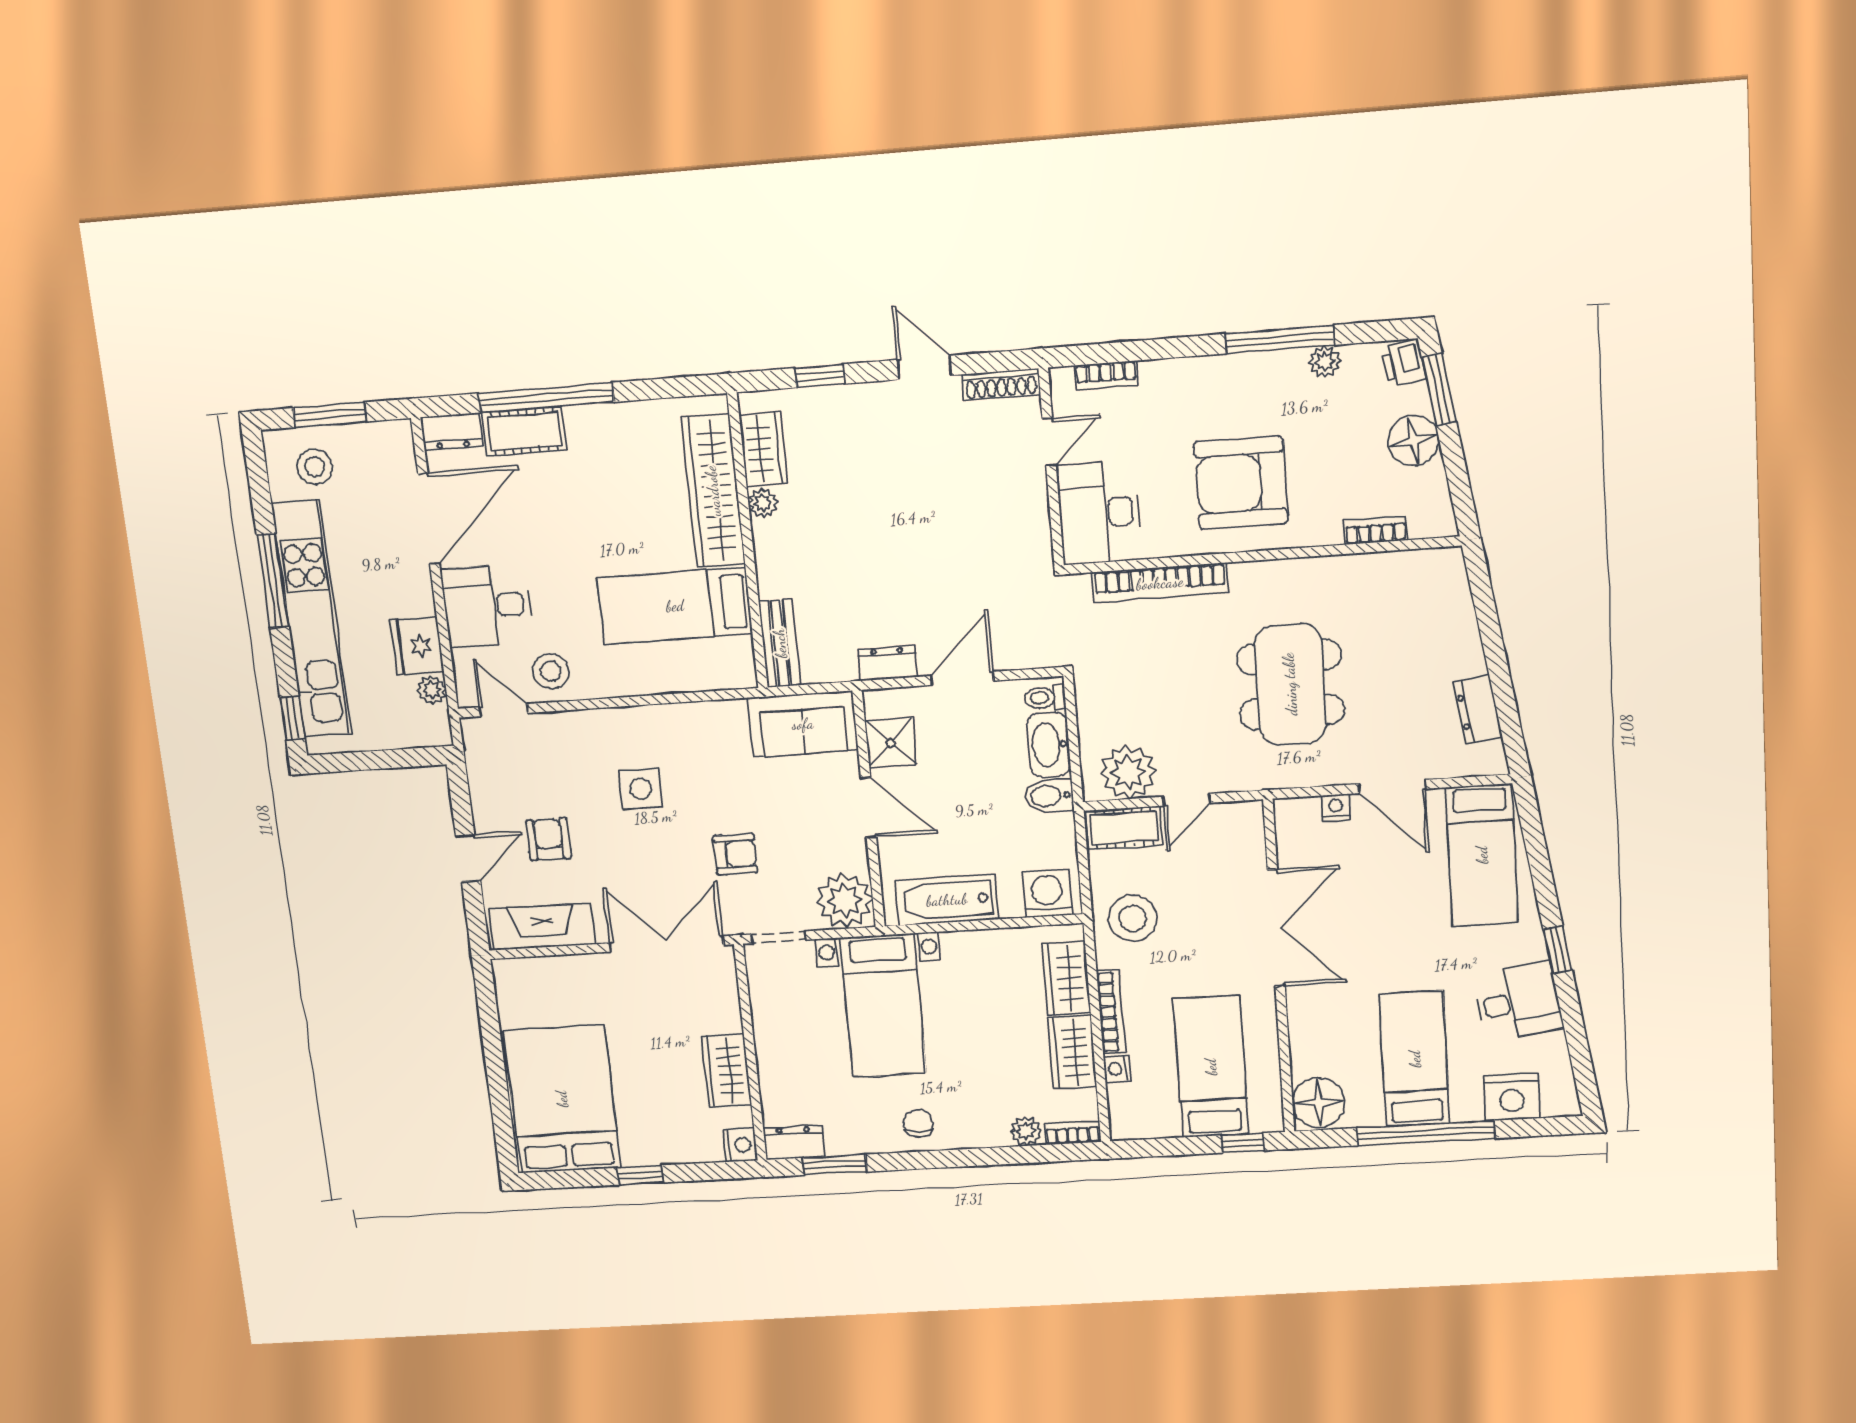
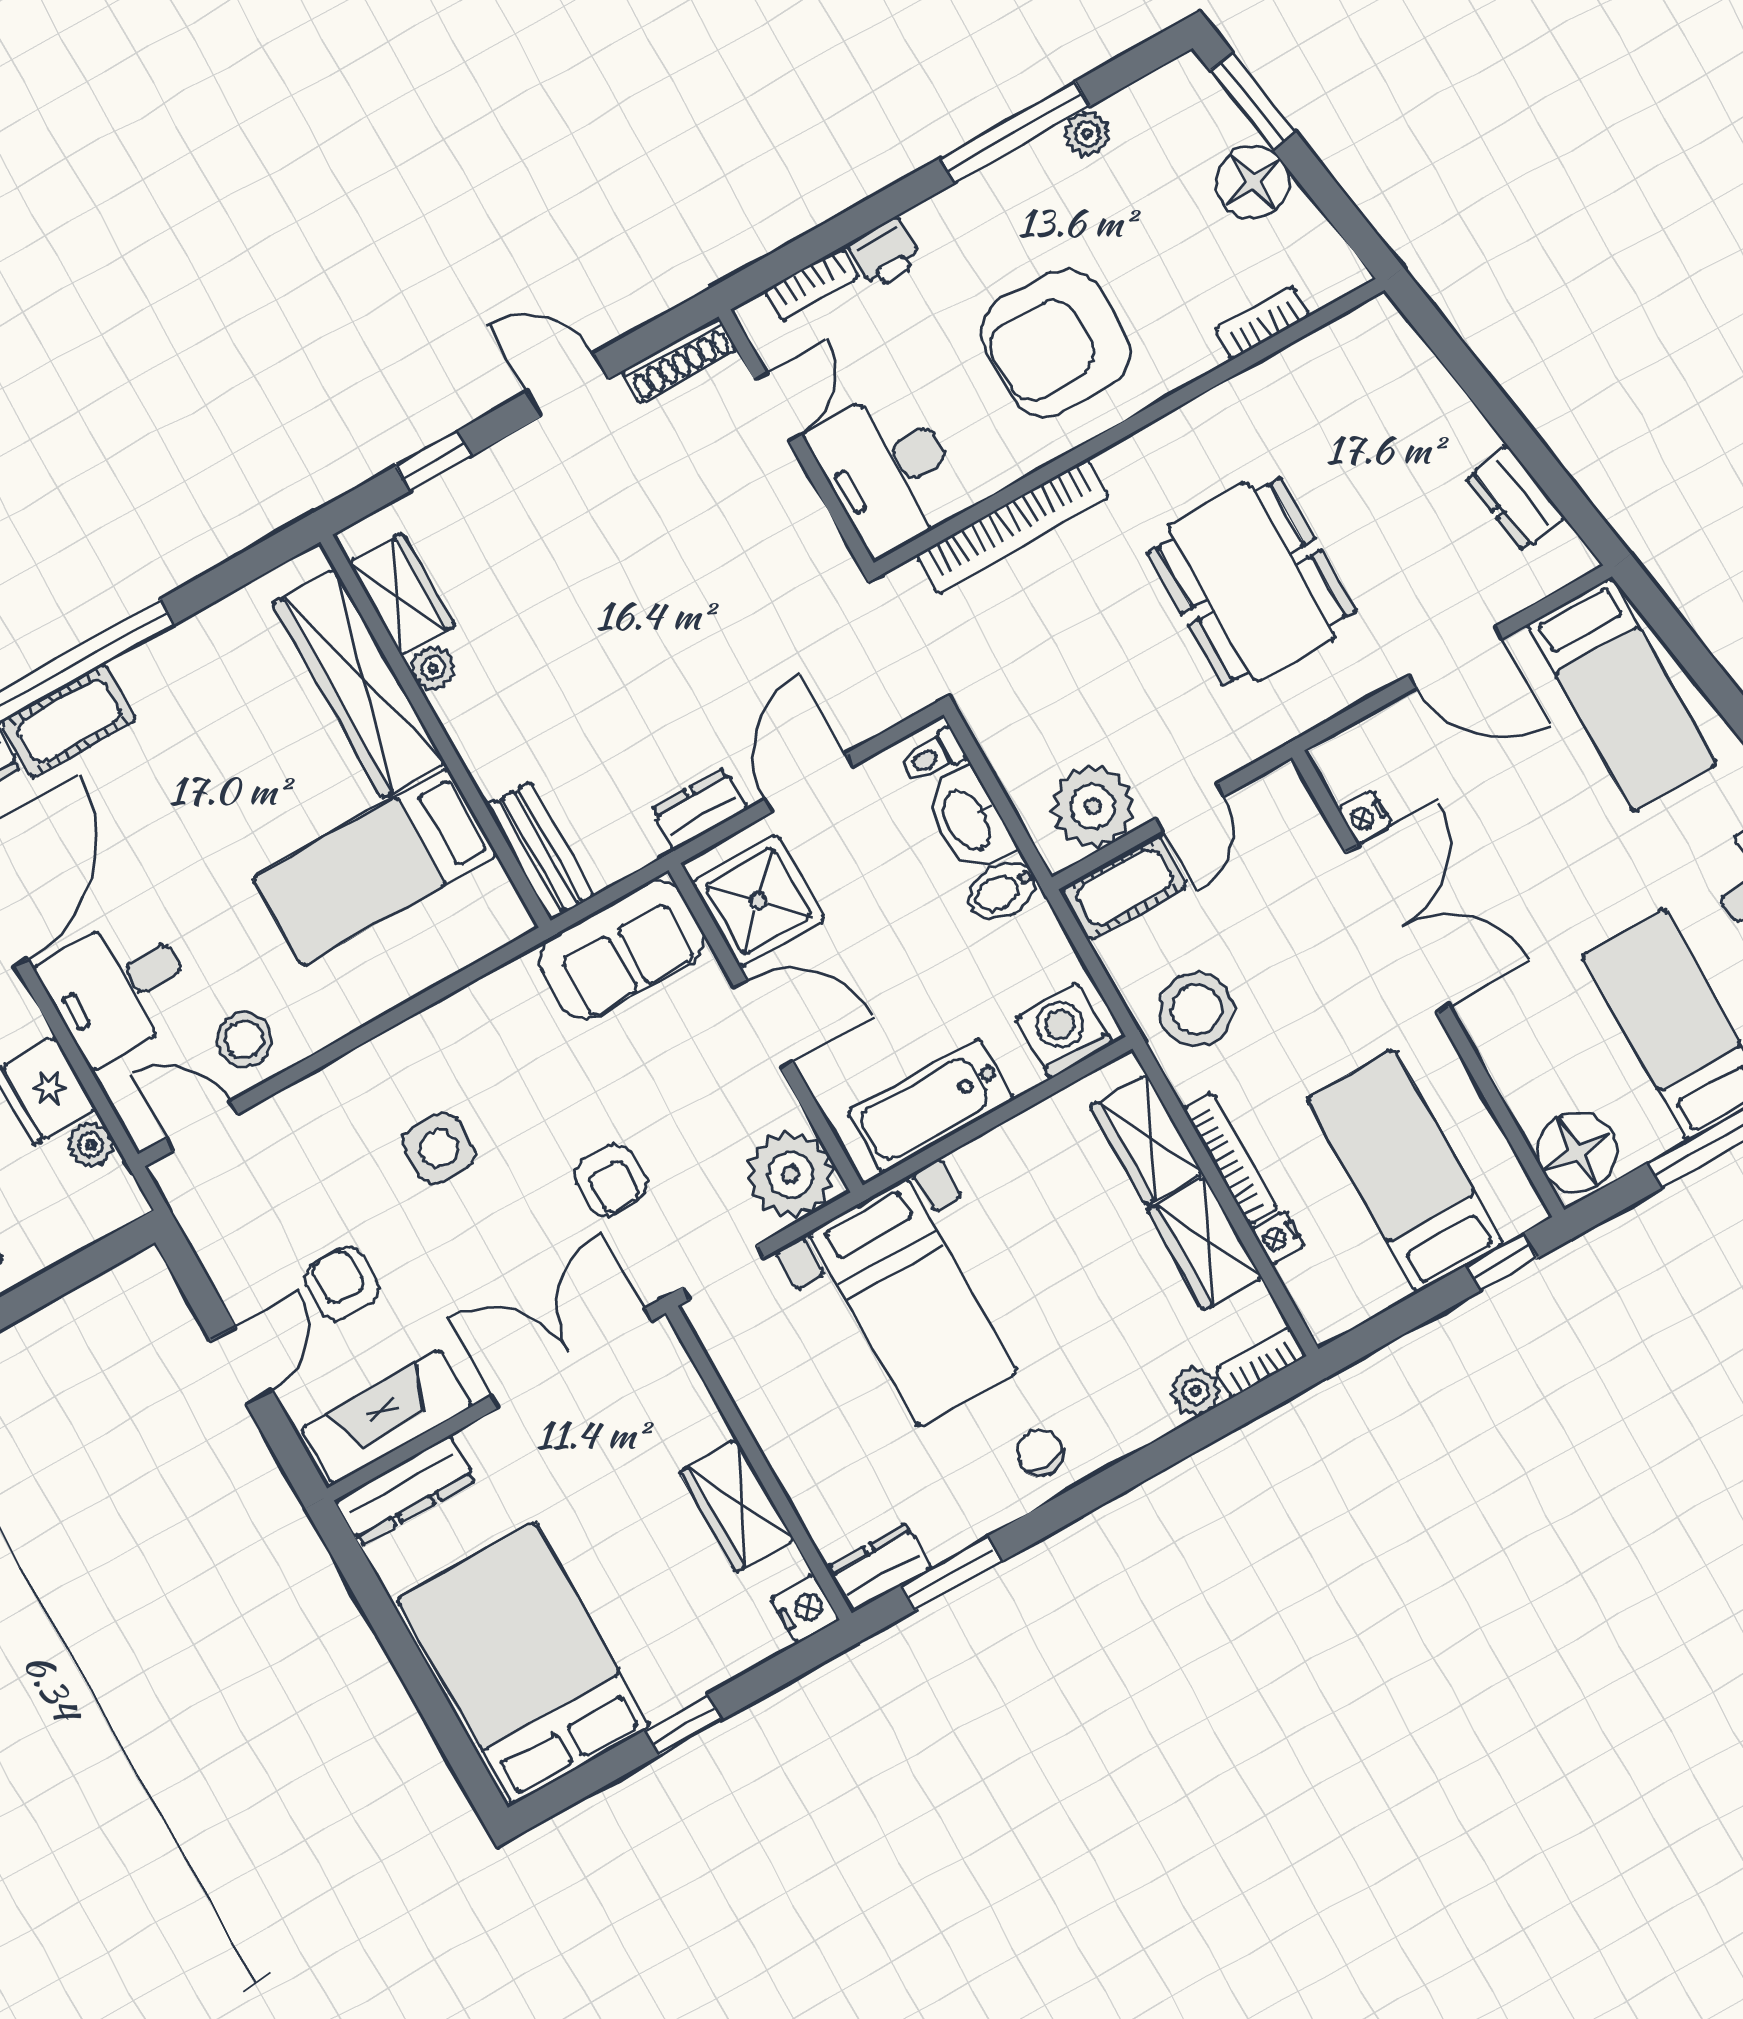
printer: (1404, 363) -> (884, 253), moved, turned -81
shower: (891, 743) -> (758, 901), width x1.36, depth x1.36
nightstand: (1336, 808) -> (1365, 817), moved, turned -90
armchair: (735, 854) -> (611, 1180), turned 90
dresser: (535, 973) -> (405, 1490), added

